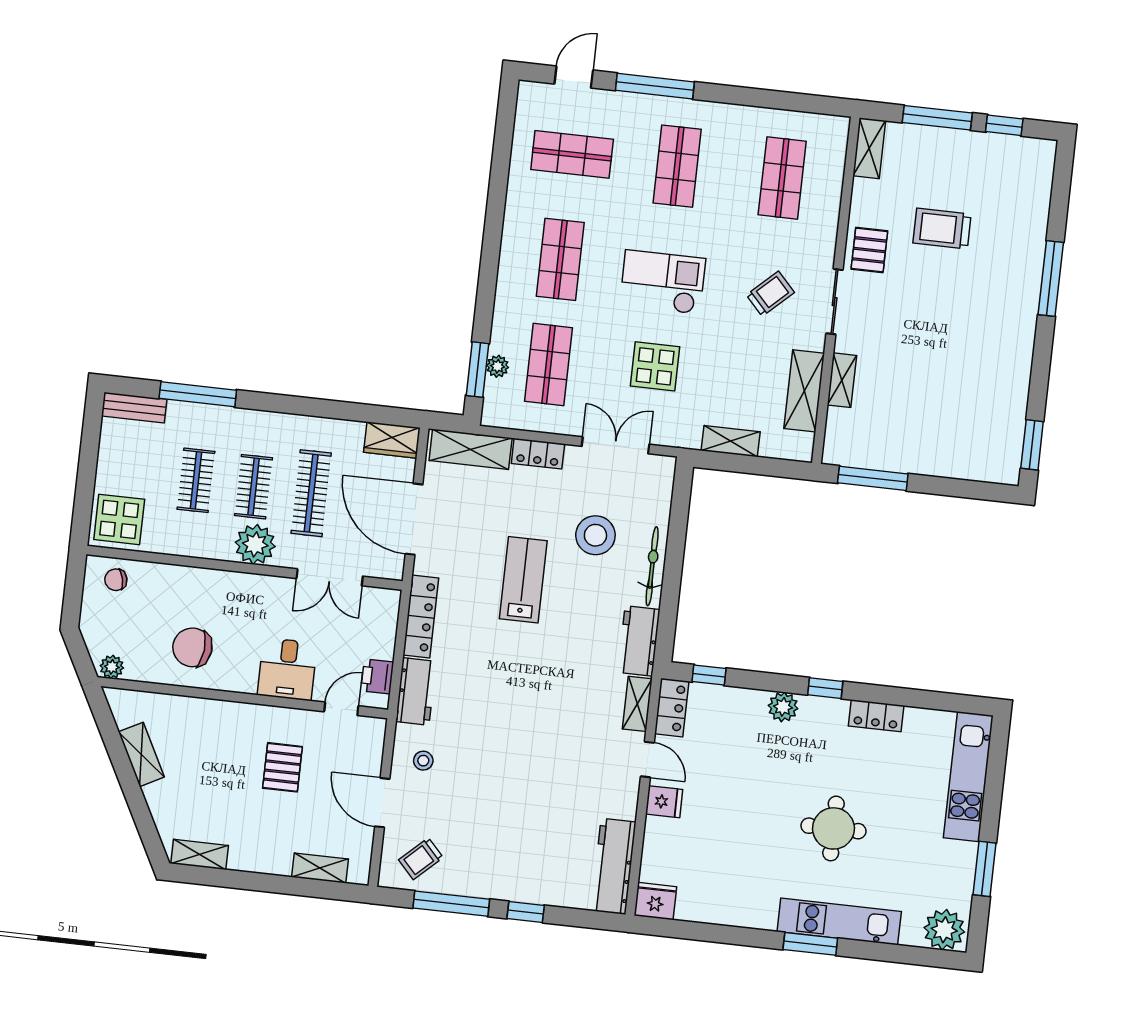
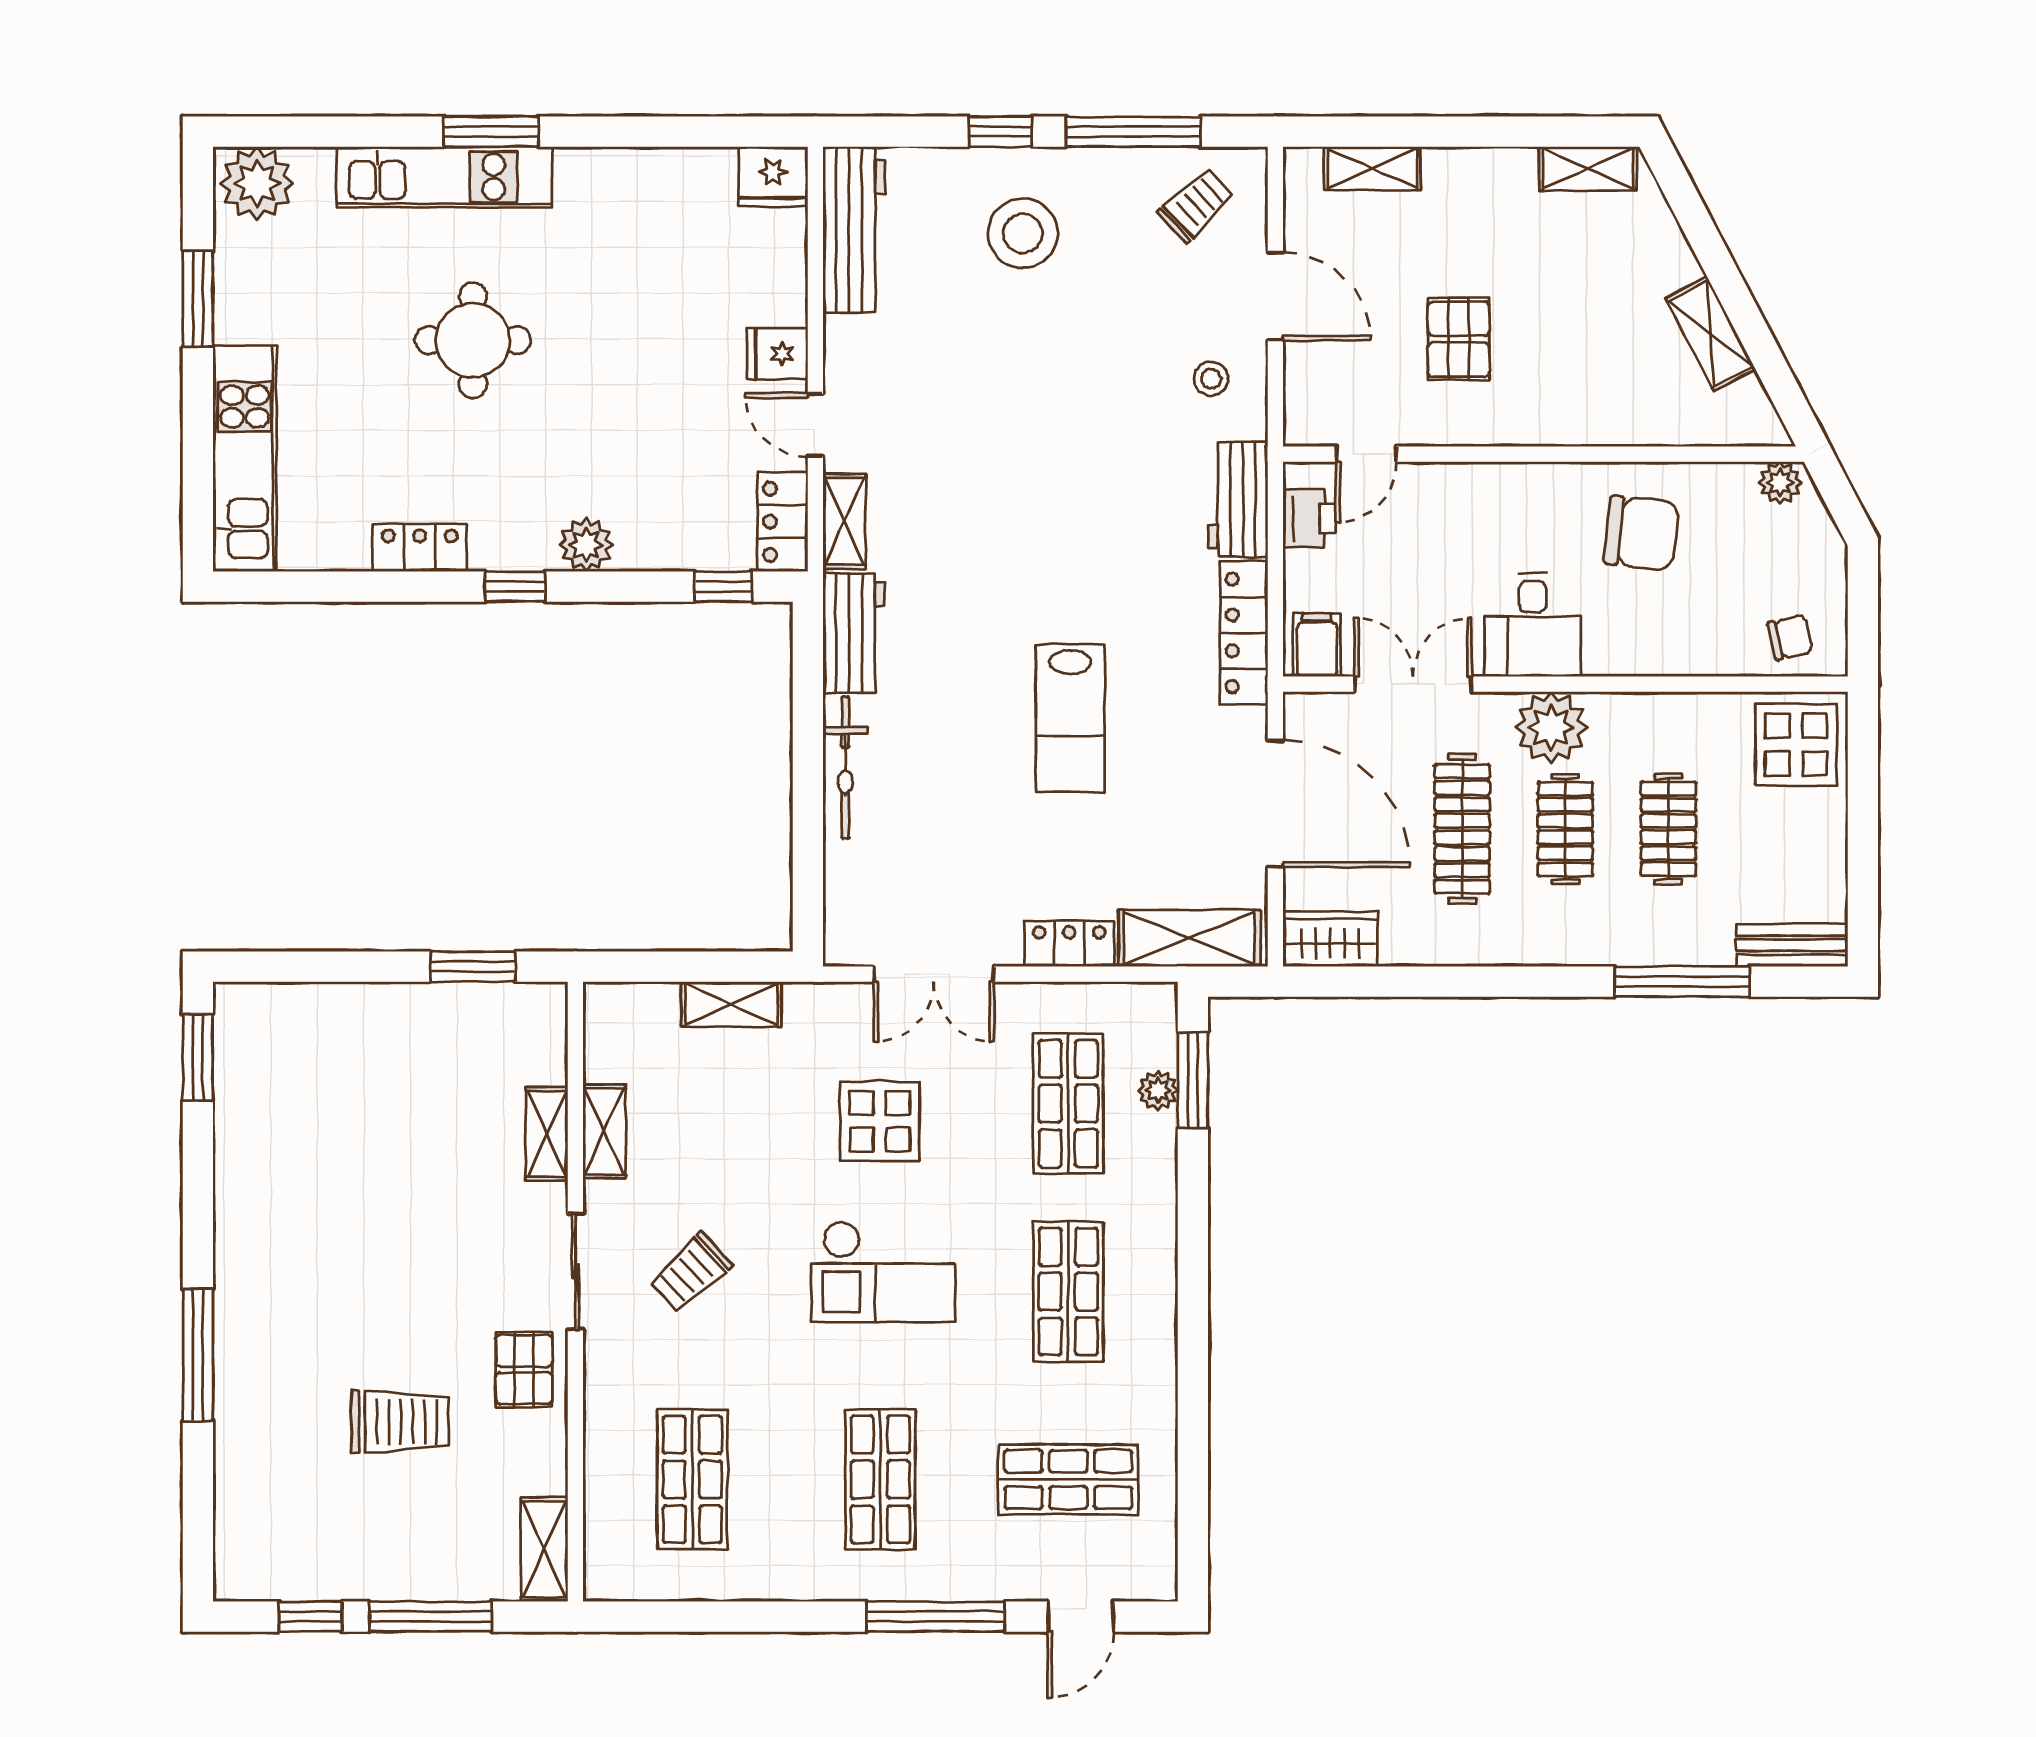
shelving: (804, 391) -> (604, 1131), width x0.67, depth x0.75
window: (873, 478) -> (473, 967), width x0.69
stool: (595, 535) -> (1023, 233), moved
filing cabinet: (381, 605) -> (1317, 645), added
desk: (287, 669) -> (1533, 625), moved, turned 180

